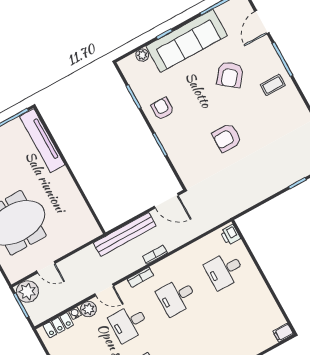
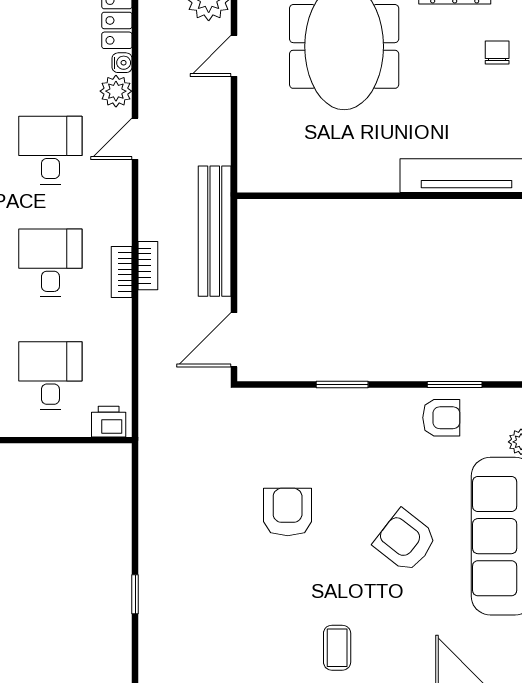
armchair: (230, 75) -> (405, 541), moved
armchair: (162, 109) -> (441, 418), moved
bookcase: (140, 277) -> (122, 272), moved

